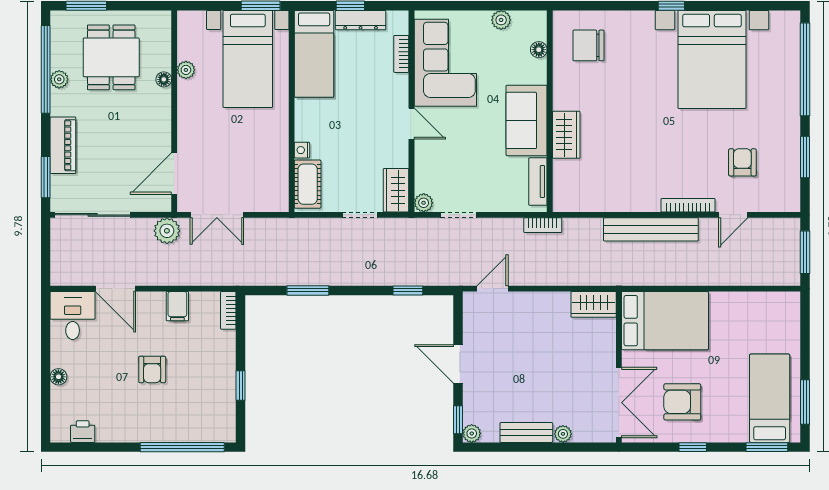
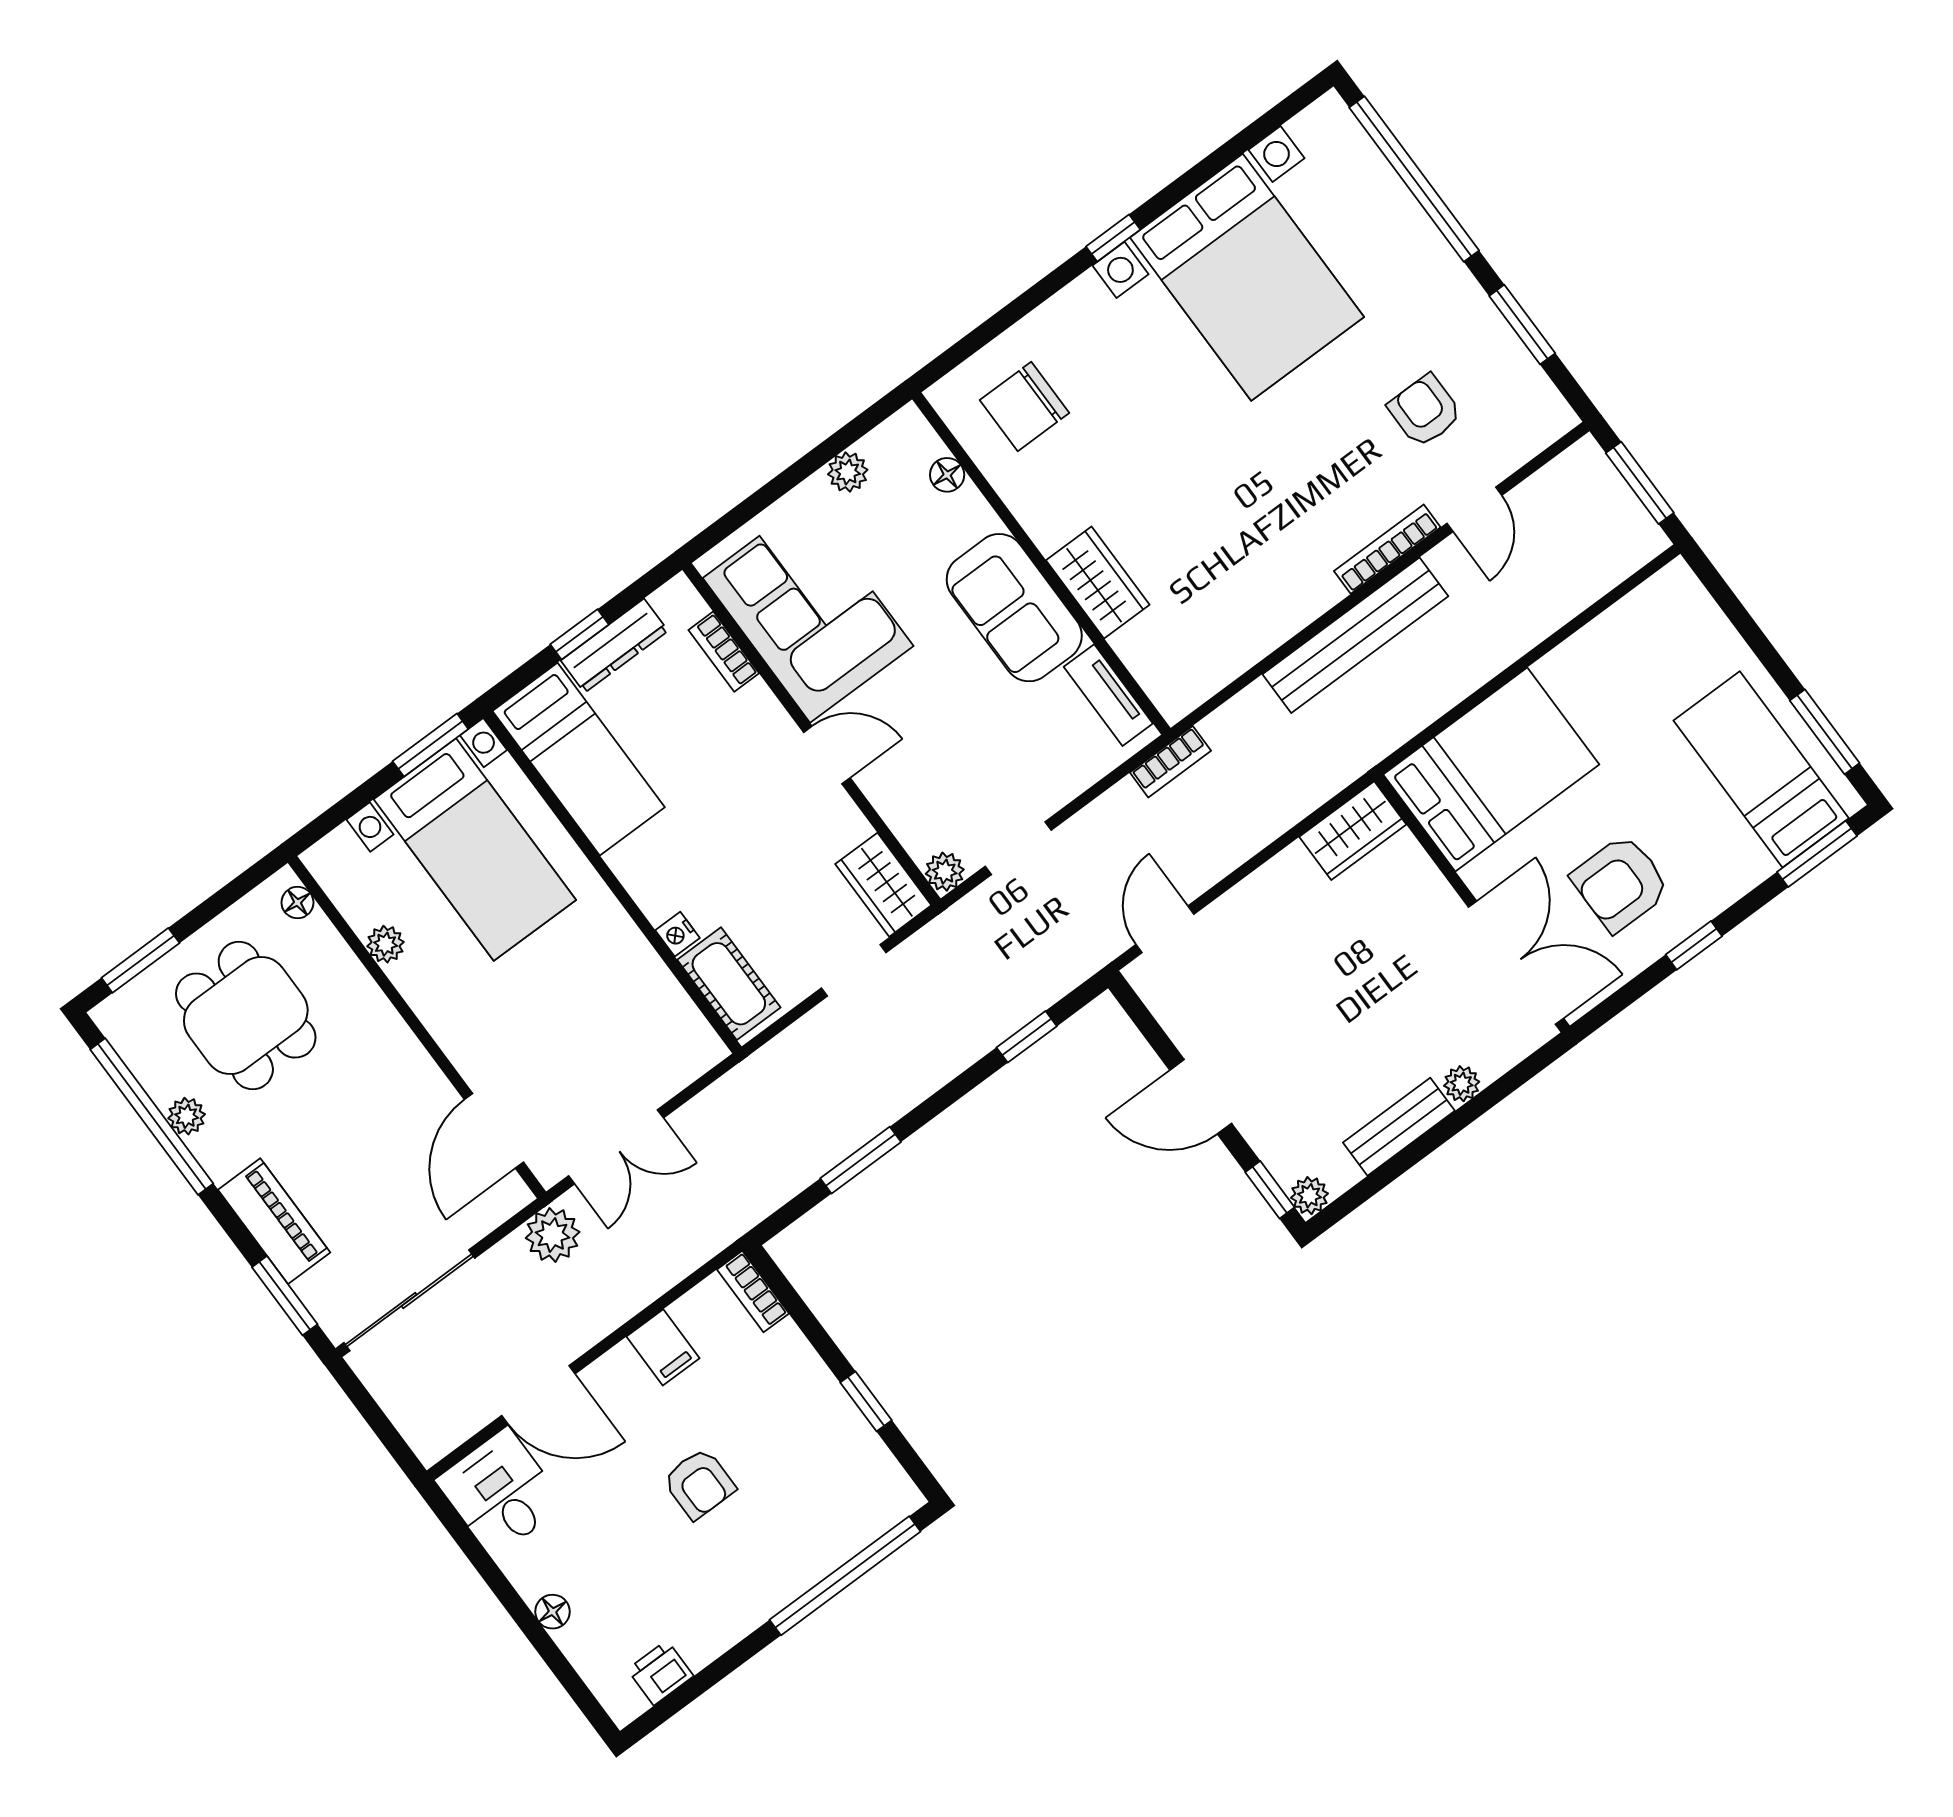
floor lamp: (164, 79) -> (297, 902), moved

